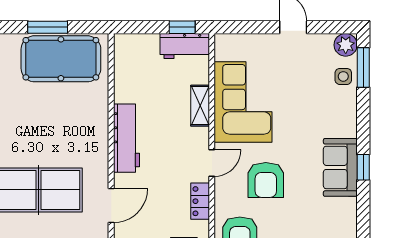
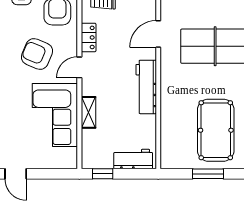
workbench: (185, 46) -> (133, 159), moved
pool table: (61, 59) -> (216, 130), moved, turned 90
armchair: (266, 180) -> (37, 54), turned -67

